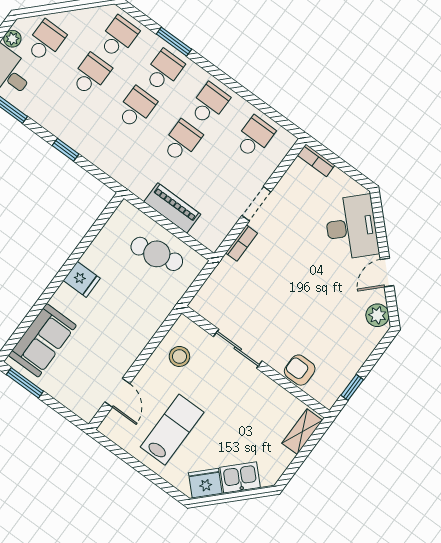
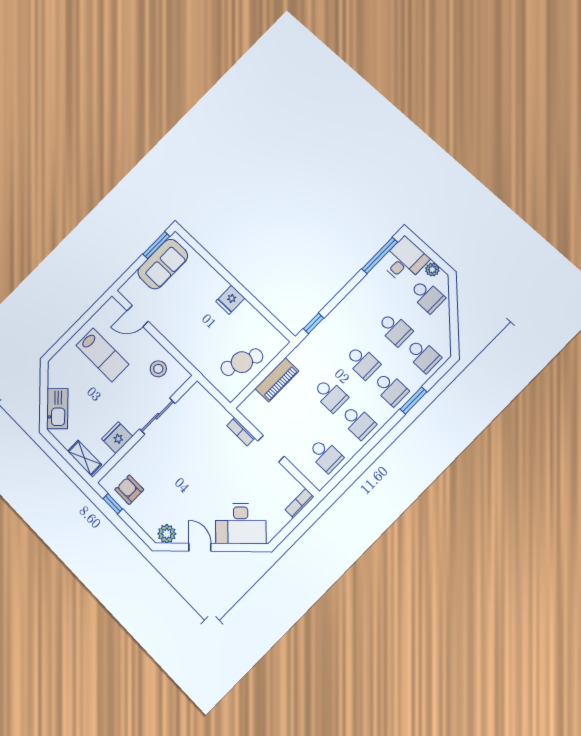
window: (66, 150) -> (313, 323), moved
cafe table: (157, 254) -> (242, 362), turned 34
sofa: (42, 340) -> (163, 264), moved, turned -90
armchair: (300, 370) -> (129, 490), moved, turned -90
kitchen sink: (240, 478) -> (57, 409), width x1.38
fridge: (205, 483) -> (117, 438), moved, turned -135

